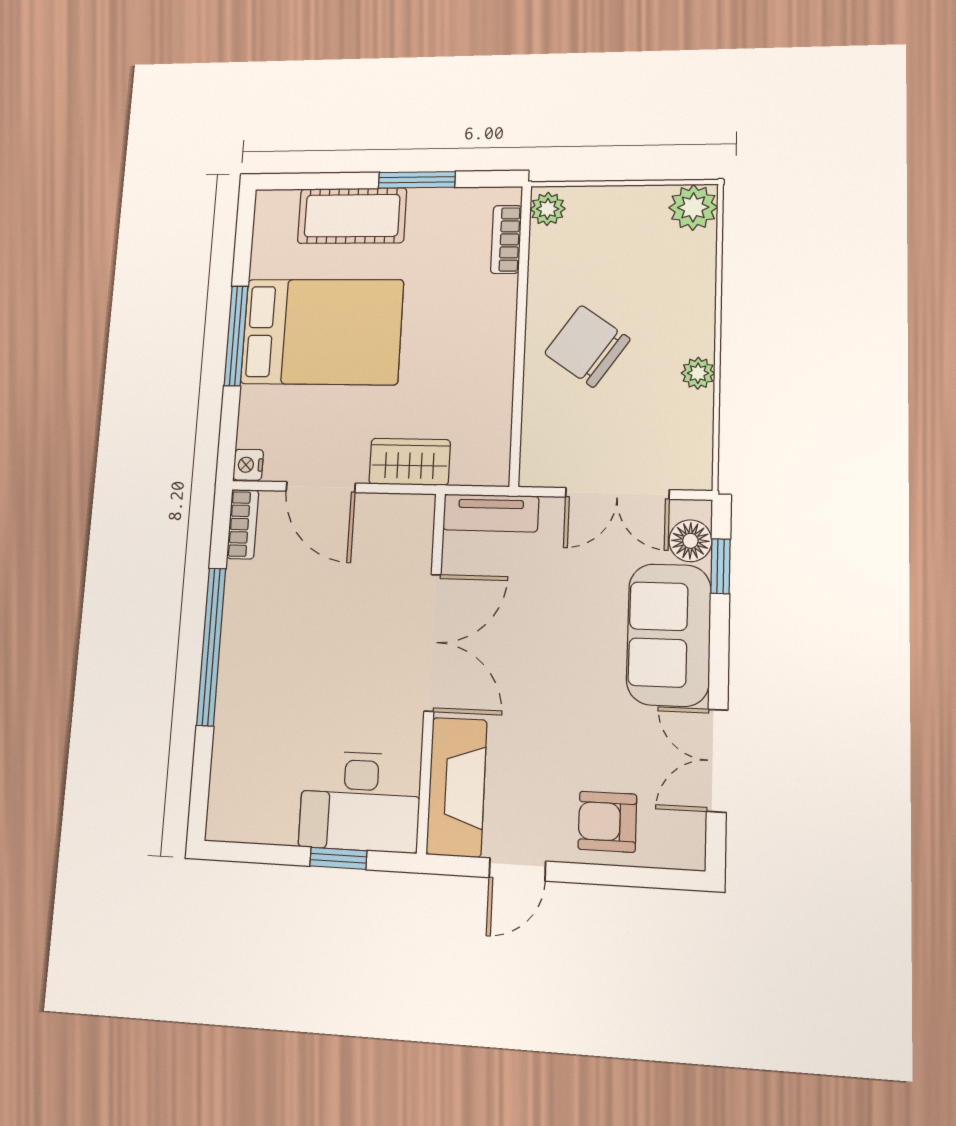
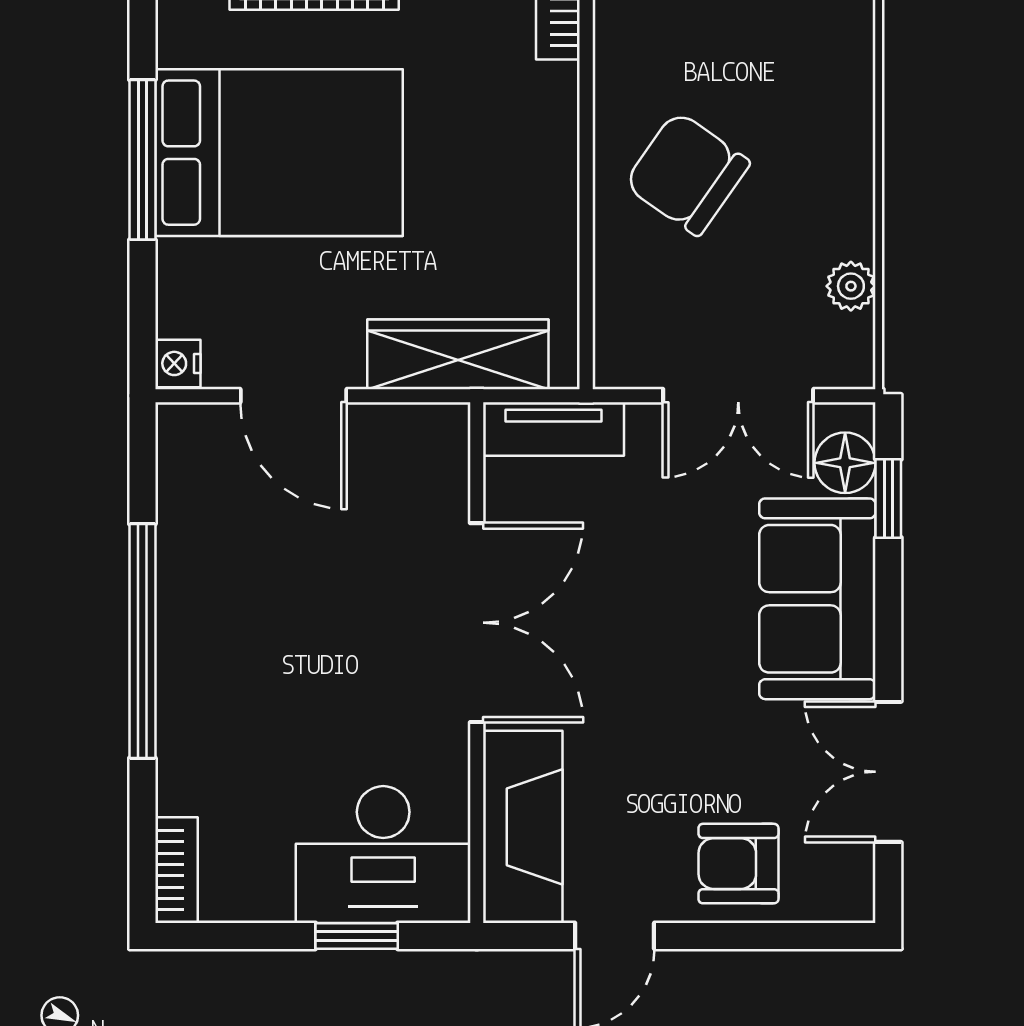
plant: (698, 373) -> (851, 286), moved
wardrobe: (410, 462) -> (458, 354), width x1.50
bookcase: (243, 524) -> (176, 870), moved

